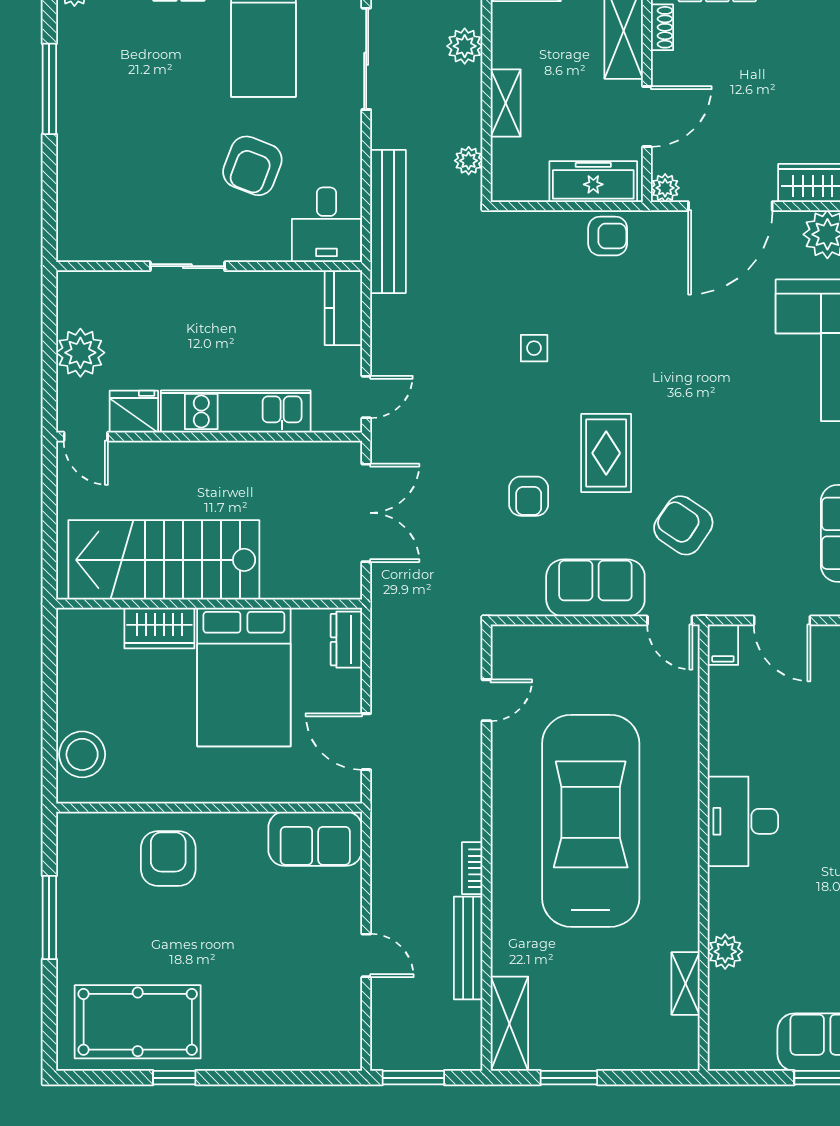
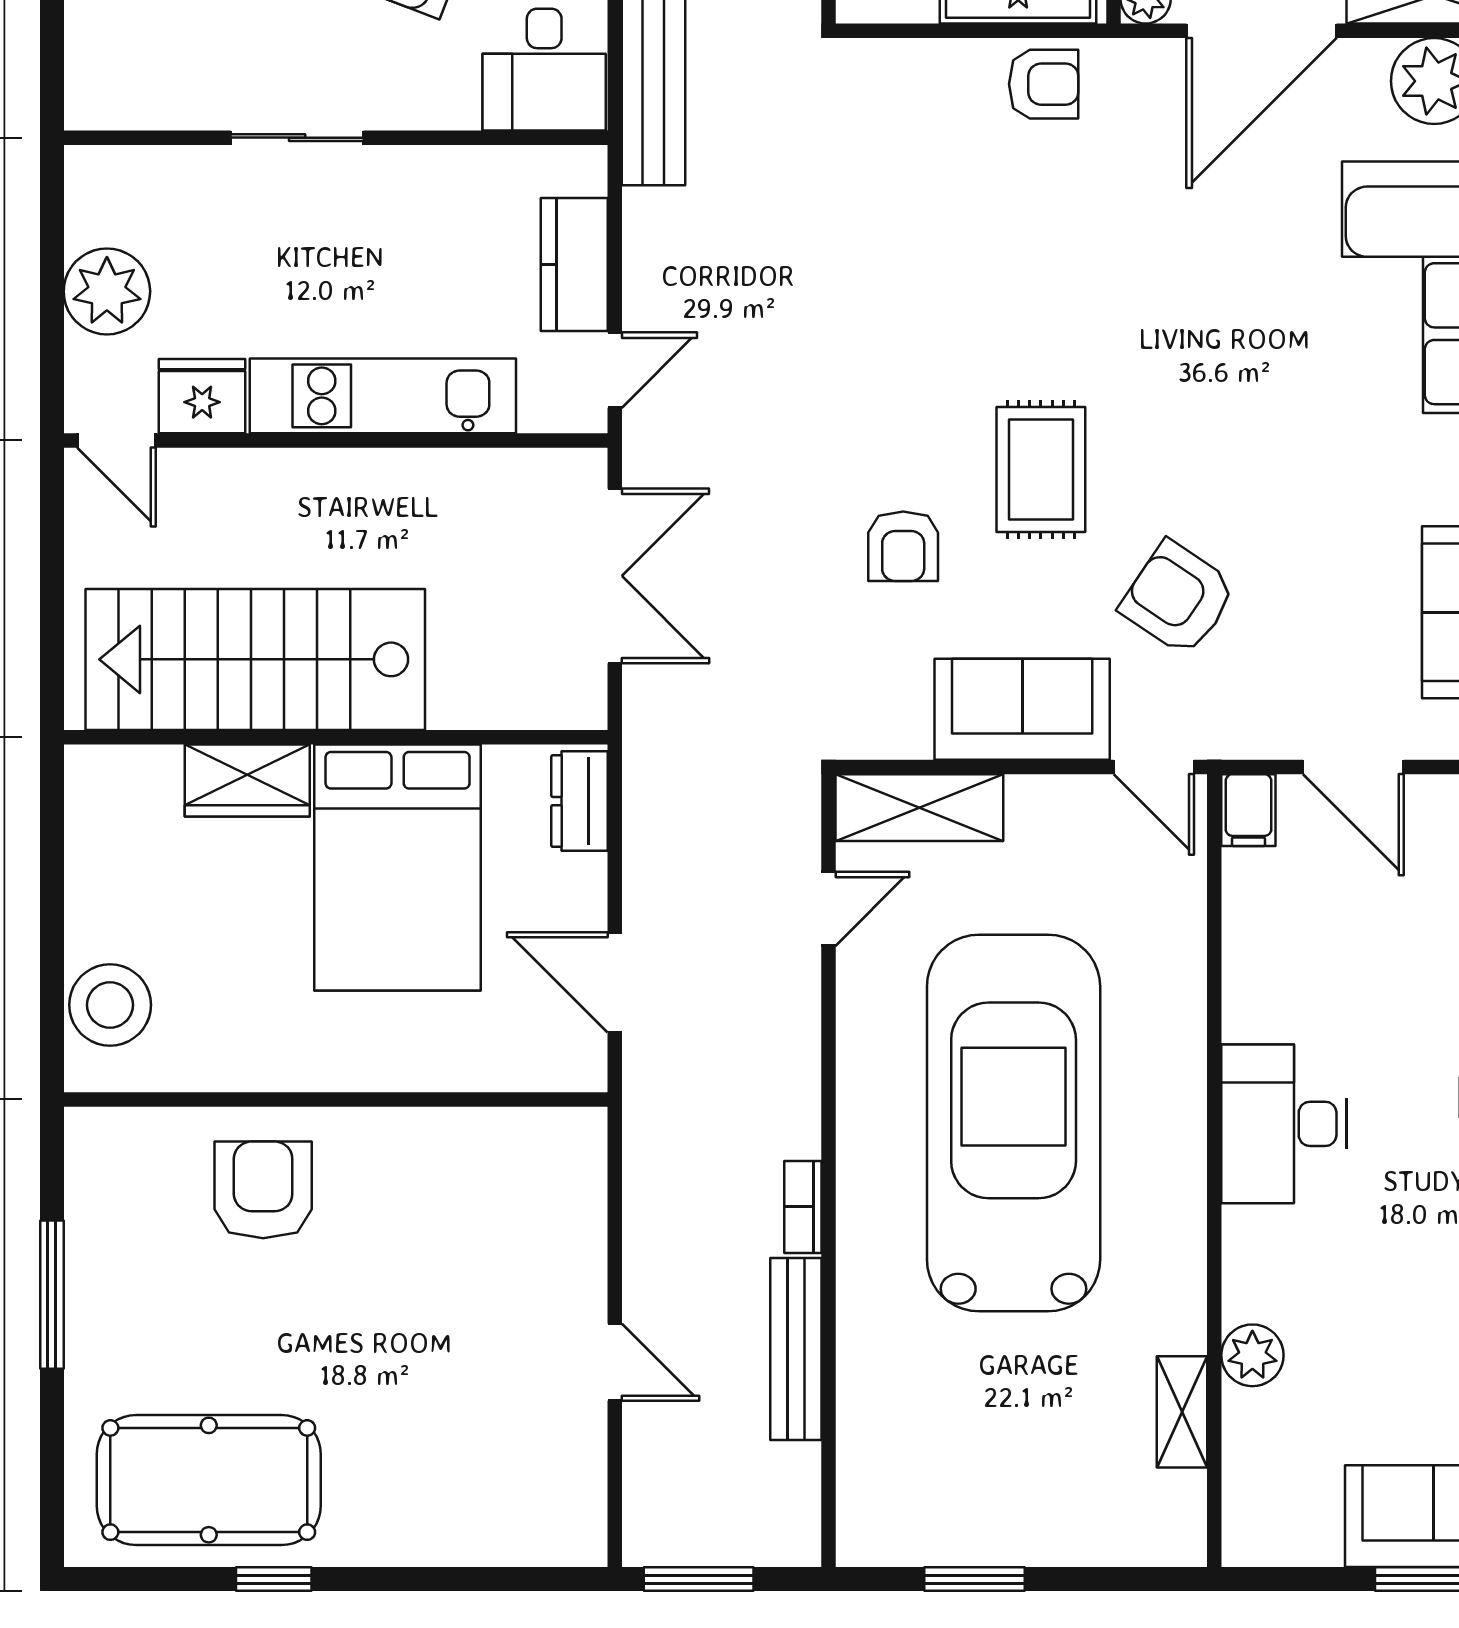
kitchen counter: (343, 308) -> (574, 265), moved
side table: (534, 348) -> (913, 283), removed
sofa: (315, 839) -> (524, 1155), removed
shelving: (509, 1024) -> (919, 808), moved, turned 90

